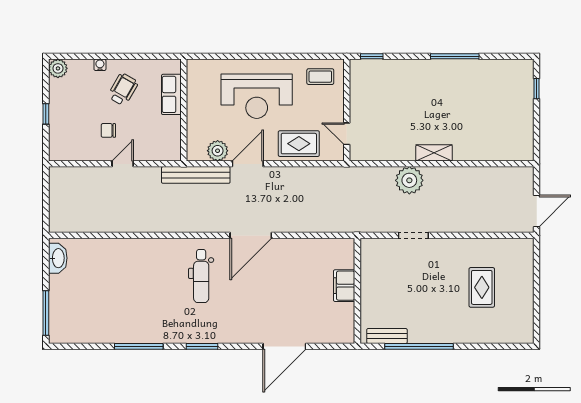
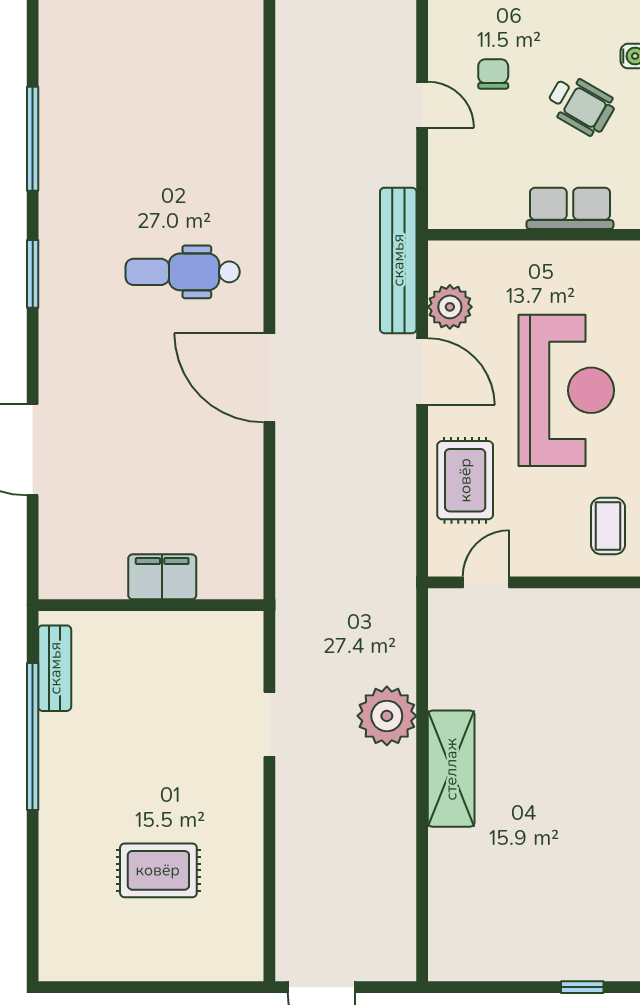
reception desk: (257, 96) -> (566, 390), turned 180
shelving: (434, 153) -> (451, 769), width x1.50, depth x1.33

